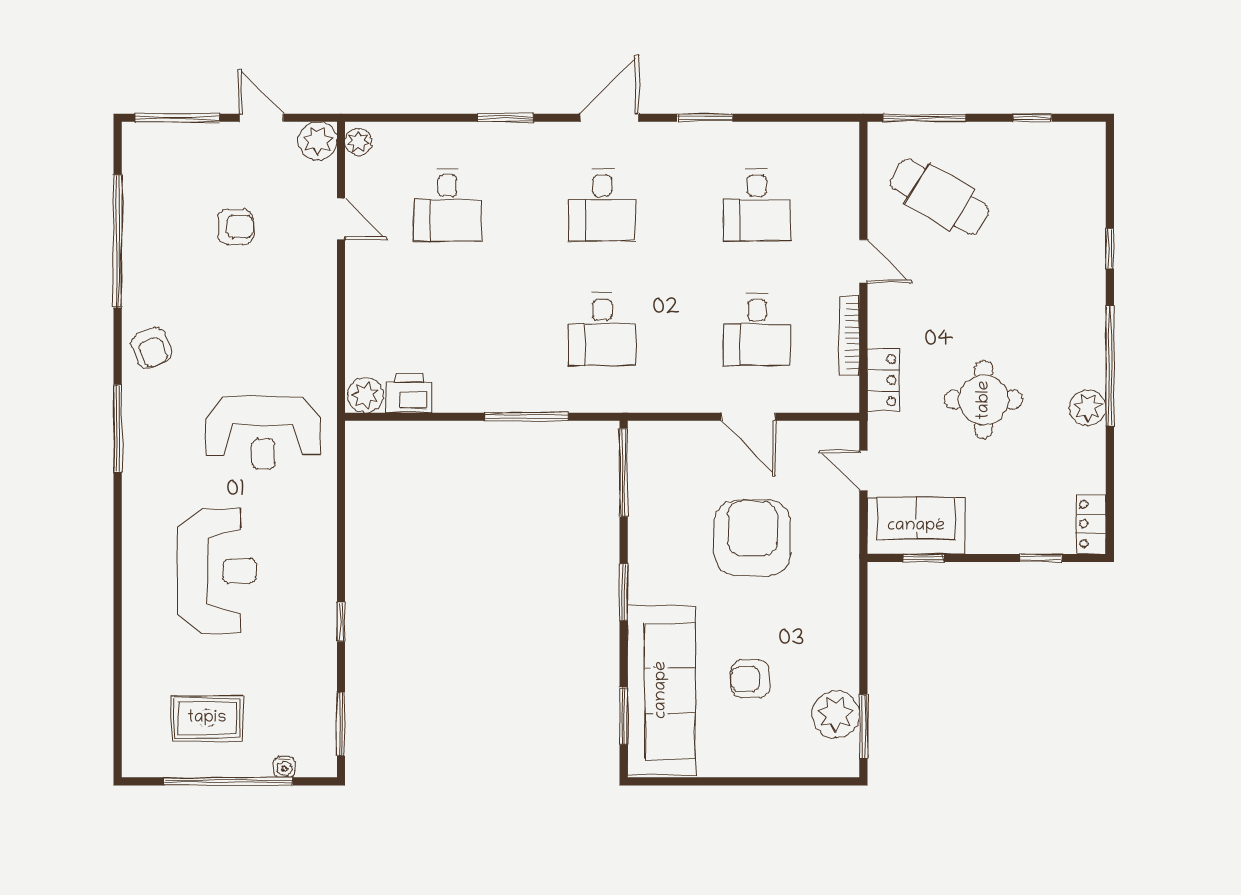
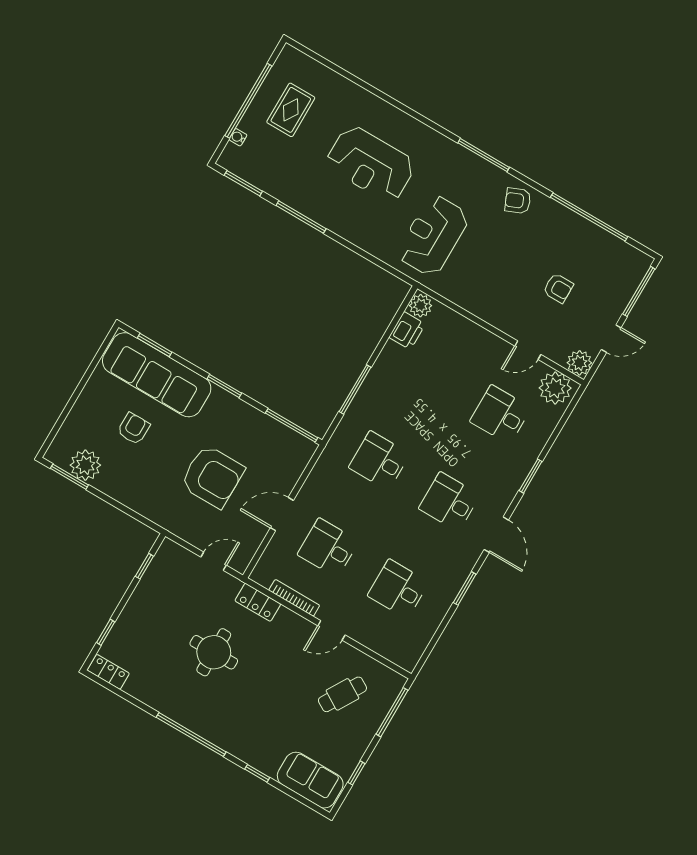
plant: (358, 142) -> (555, 388), width x1.87, depth x1.87
cafe table: (939, 197) -> (342, 694), width x0.73, depth x0.74
armchair: (236, 227) -> (558, 288), turned -90
plant: (1088, 408) -> (175, 708), removed
sofa: (916, 526) -> (310, 780), moved, turned -90
window: (341, 622) -> (301, 217), width x2.17

